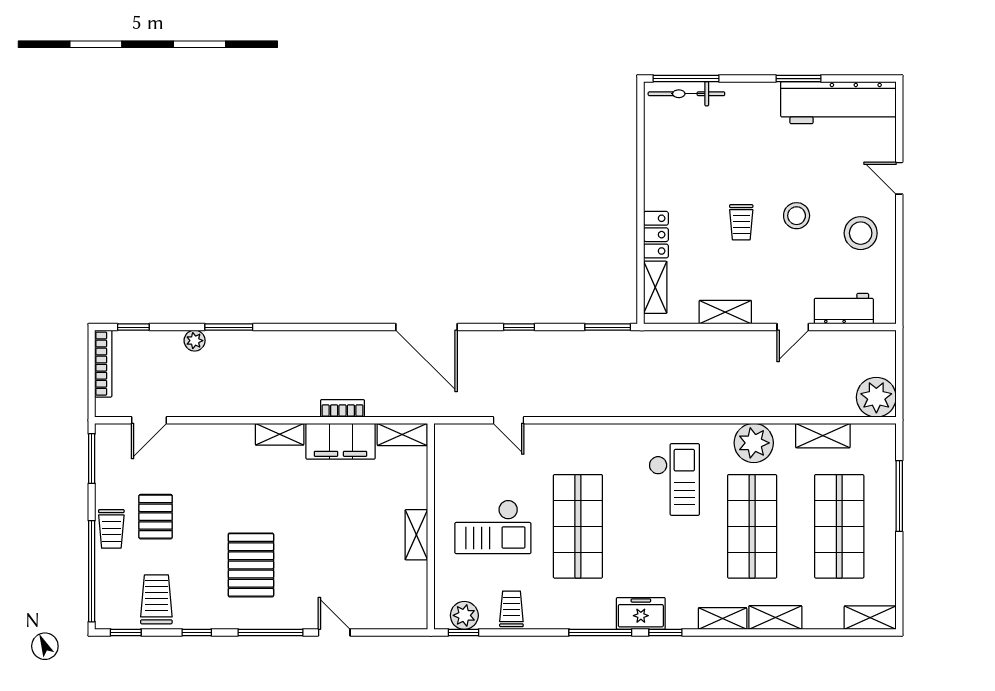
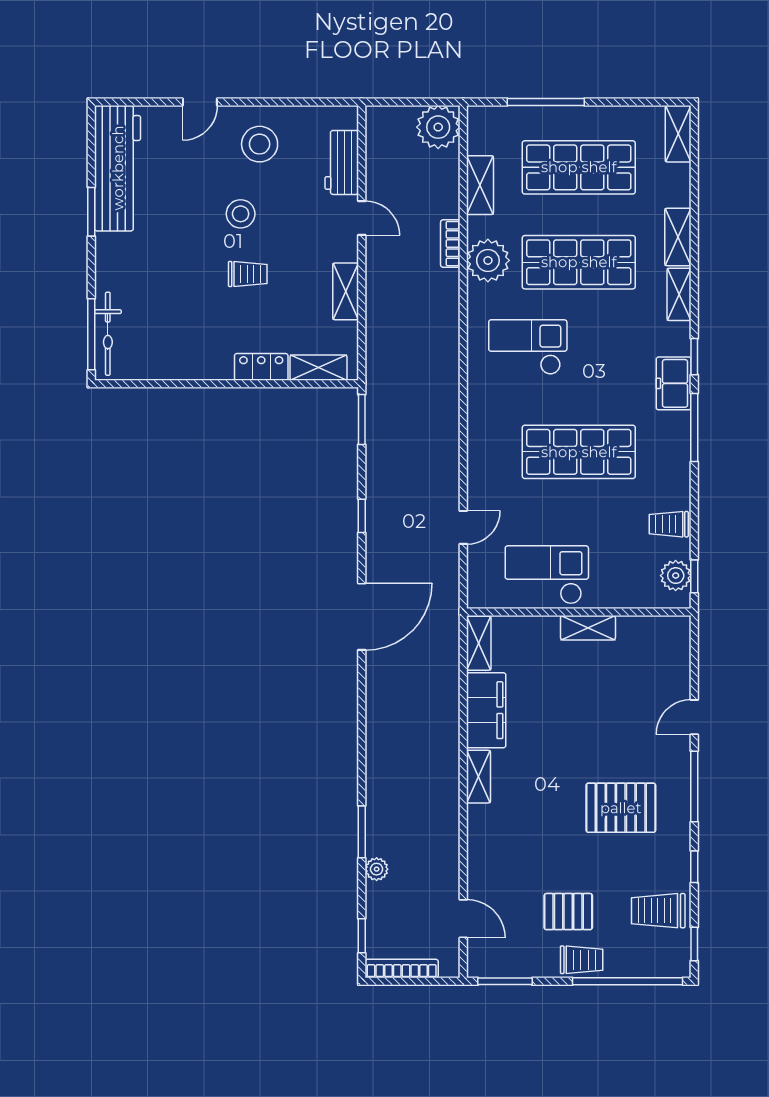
bookcase: (342, 408) -> (450, 244), moved
checkout: (493, 527) -> (547, 575), moved, turned -90

